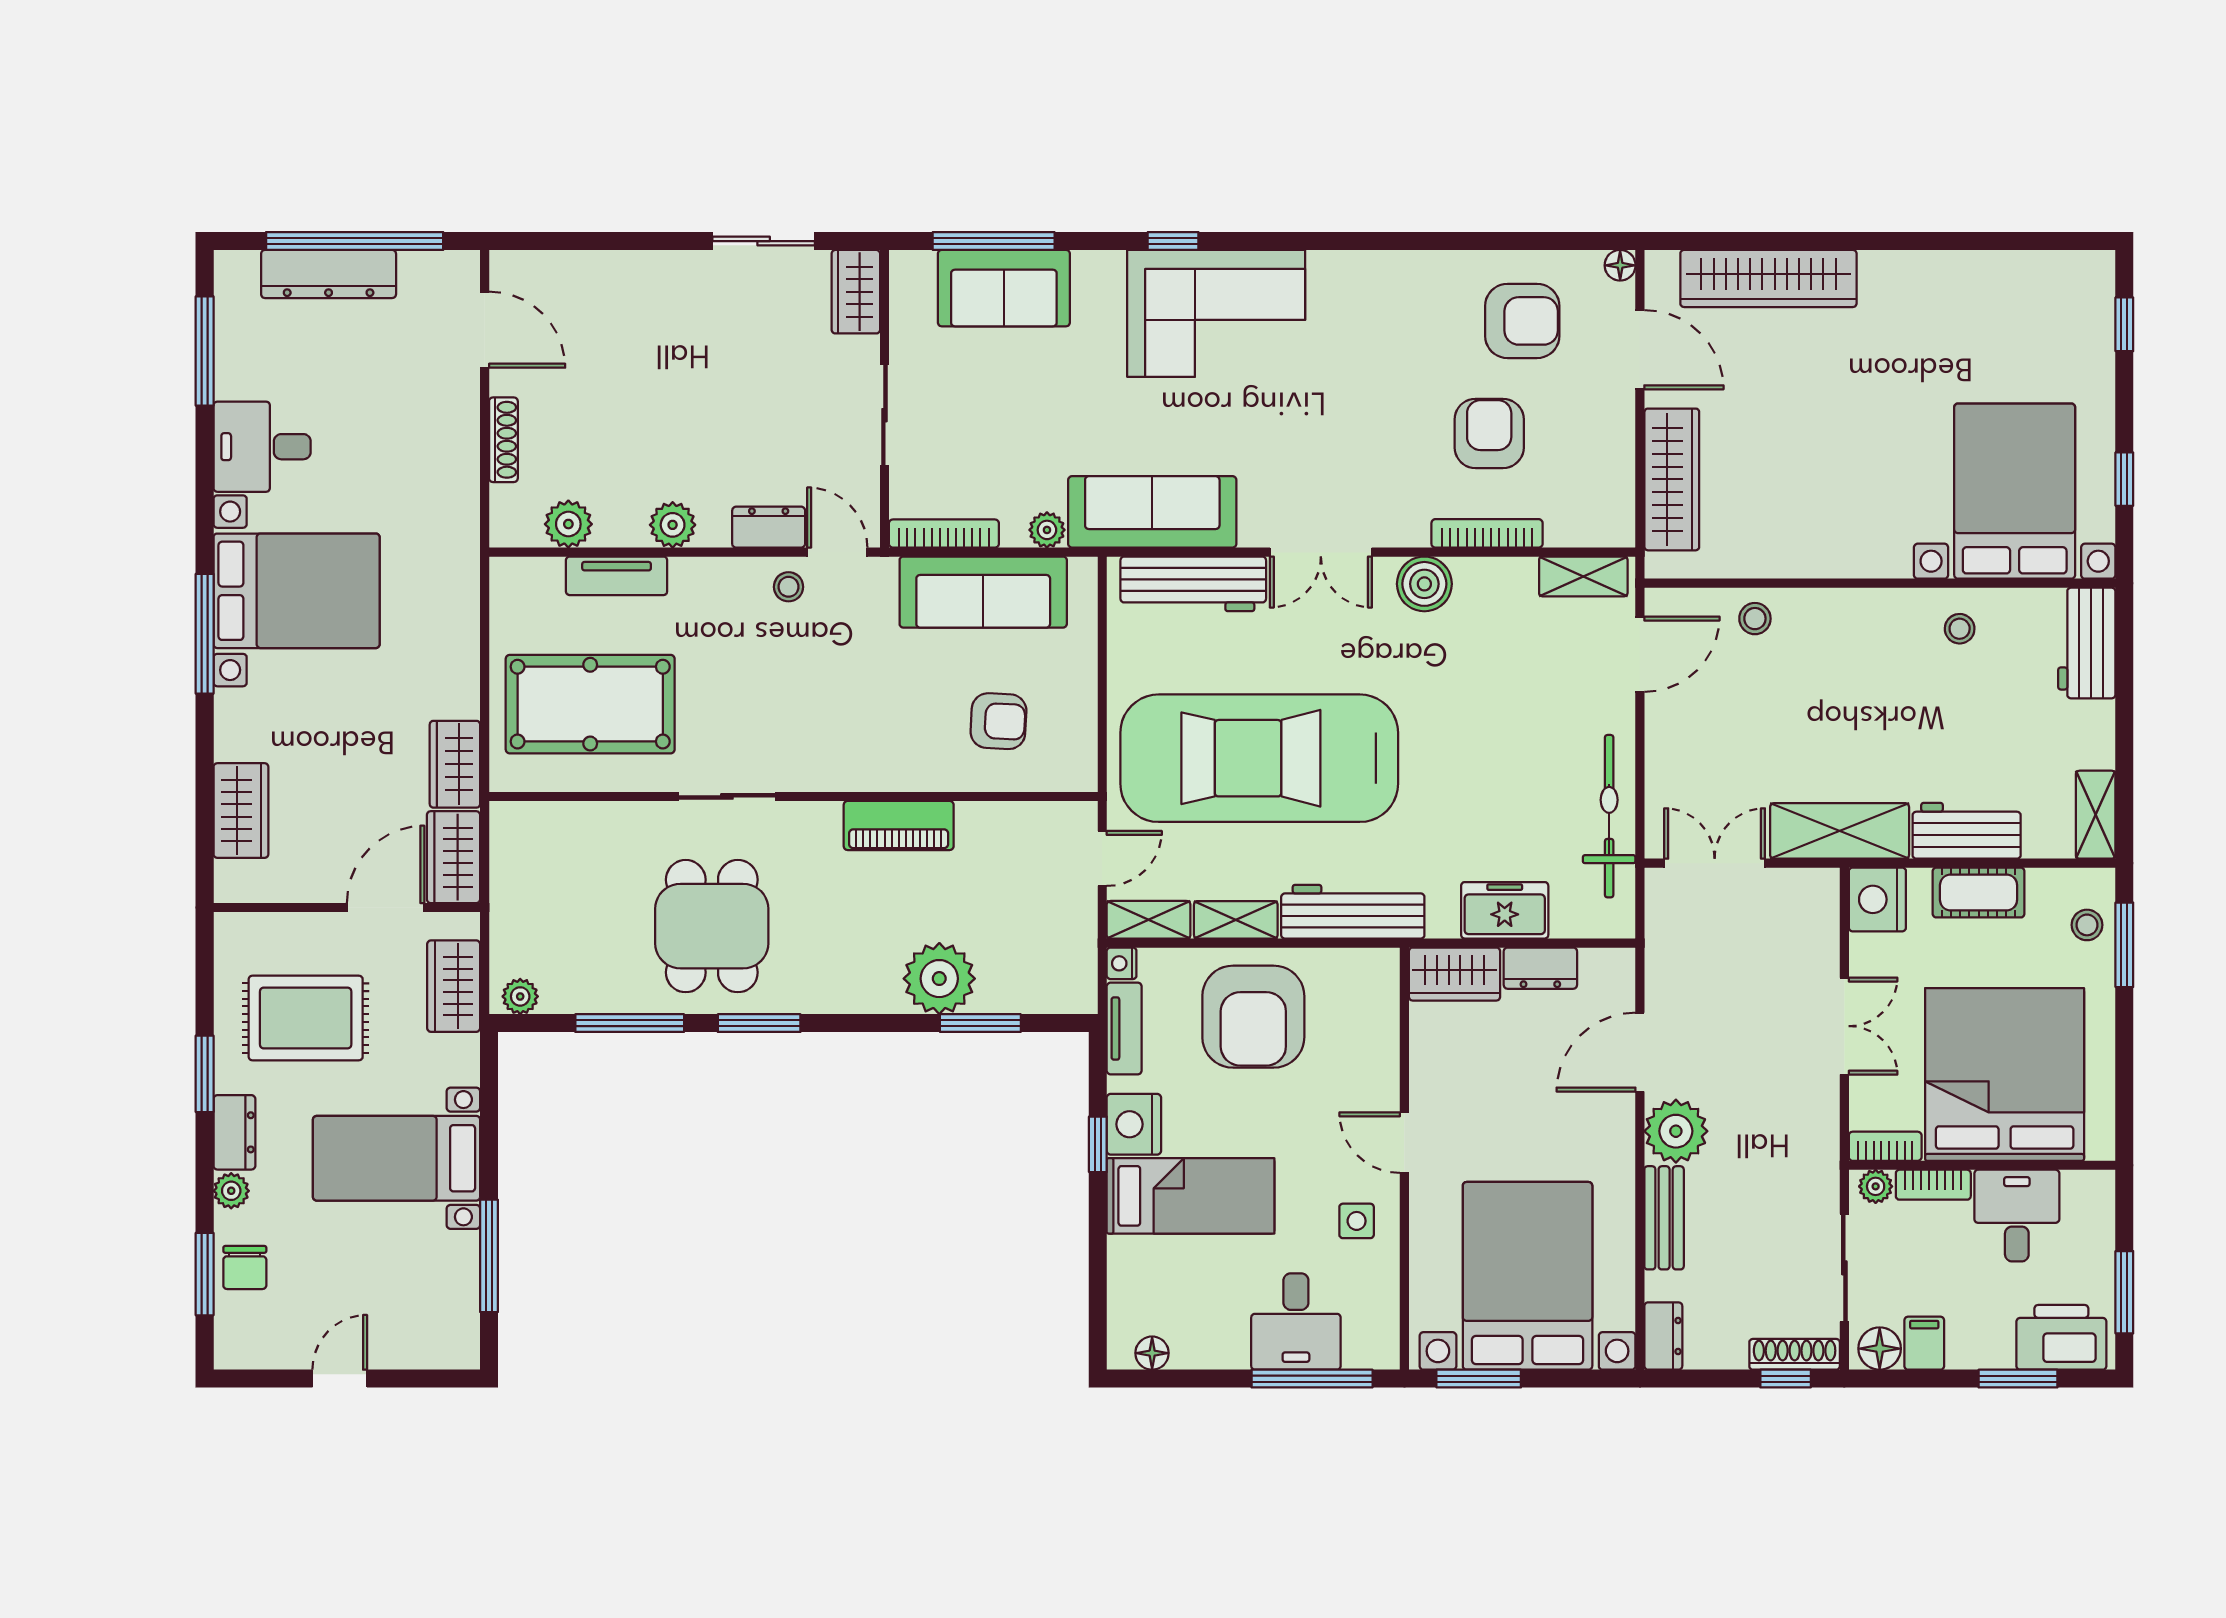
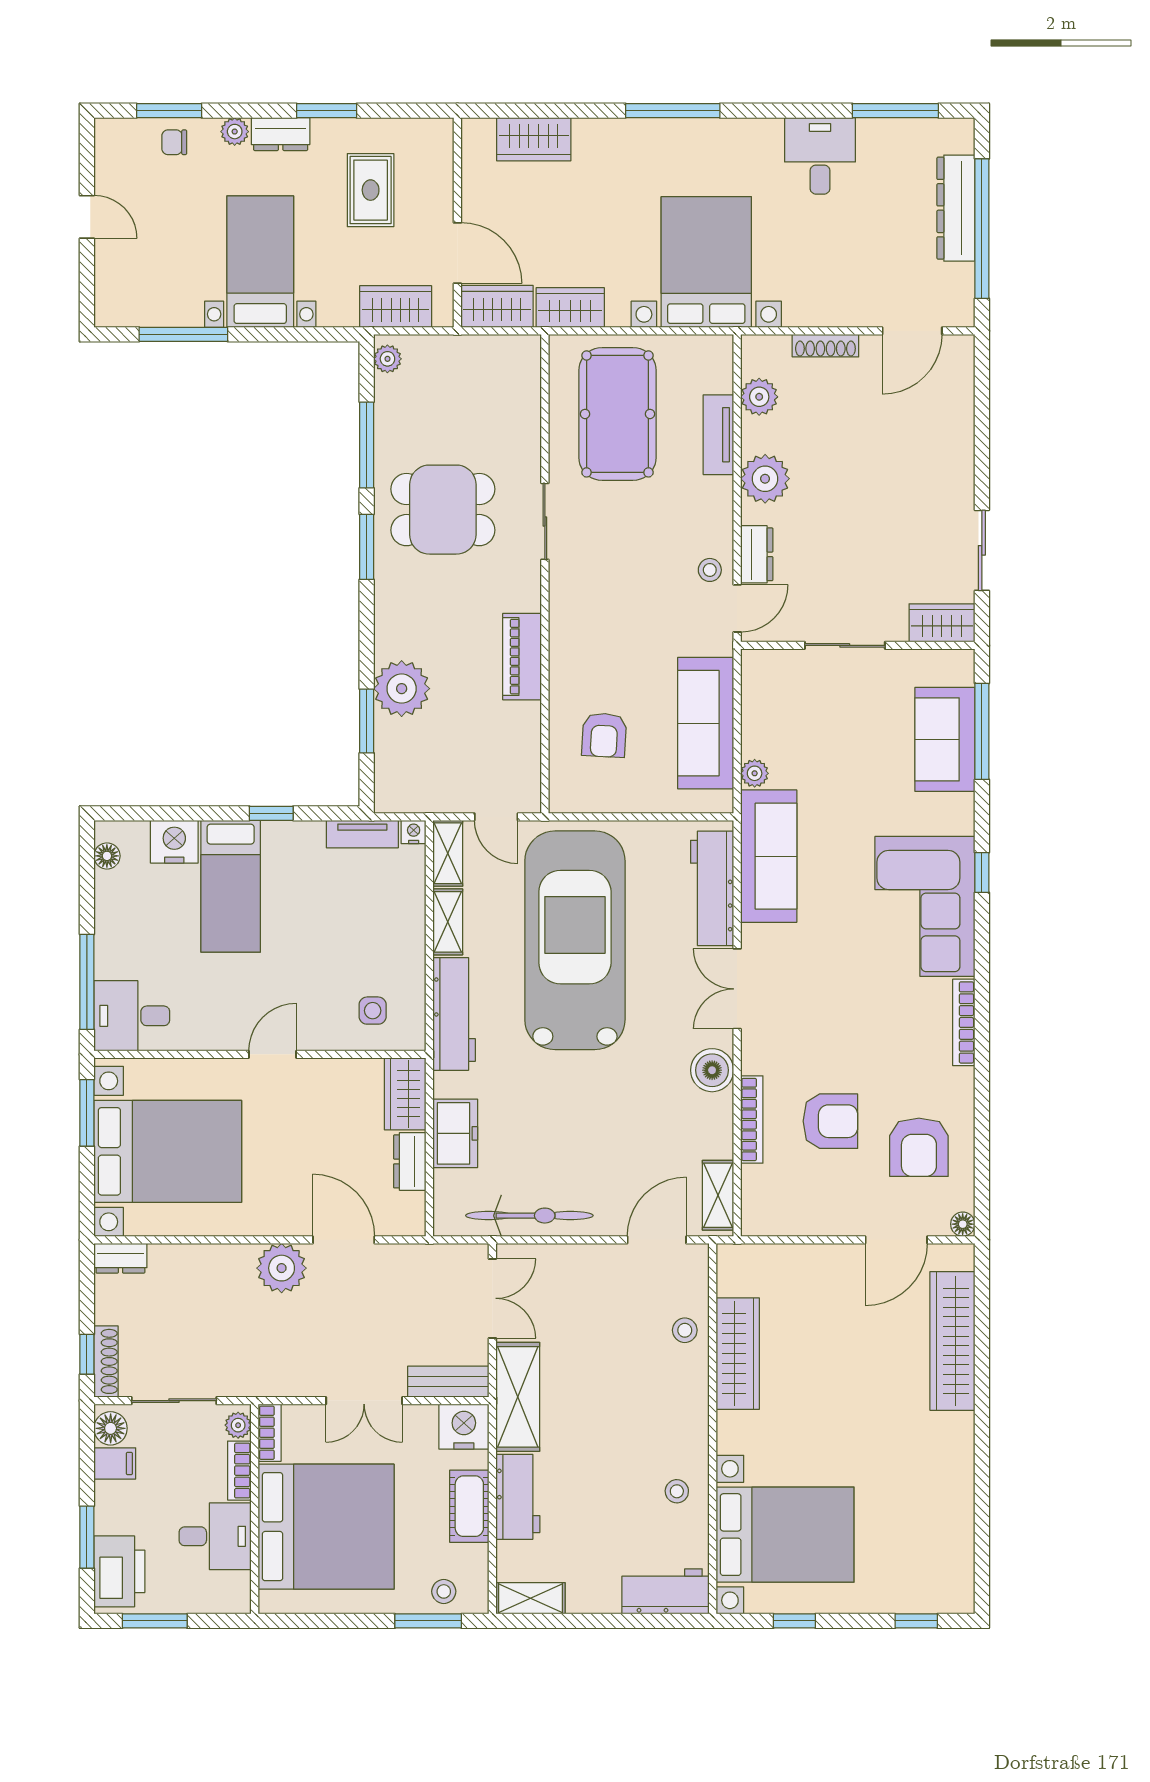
wardrobe: (1672, 479) -> (738, 1354), moved, turned -90
plant: (673, 525) -> (765, 479), width x1.36, depth x1.36
bookcase: (944, 534) -> (964, 1022), moved, turned 180
bed with nightstands: (297, 591) -> (706, 262), moved, turned 180
door: (1640, 654) -> (657, 1240), swing flipped
armchair: (1253, 1017) -> (372, 936), removed
rug: (306, 1018) -> (371, 190), width x0.73, depth x0.70
nightstand: (1134, 1124) -> (174, 842), moved
bench: (1664, 1218) -> (448, 1382), moved
side table: (1357, 1221) -> (373, 1011), moved
chair: (245, 1267) -> (174, 142), width x0.73, depth x0.73
desk: (1296, 1321) -> (132, 1016), moved

